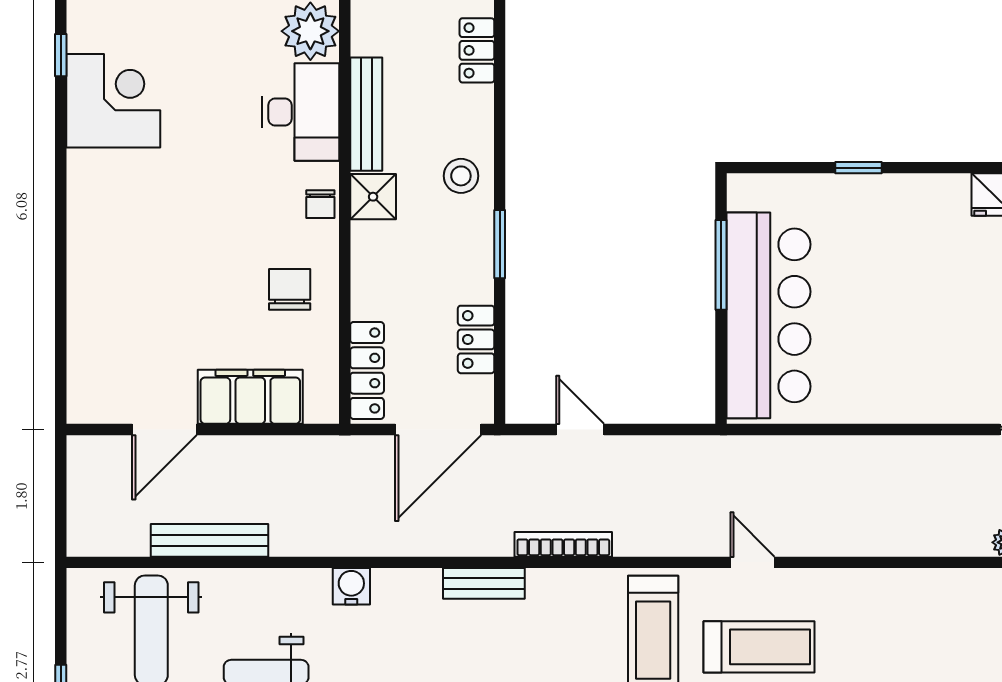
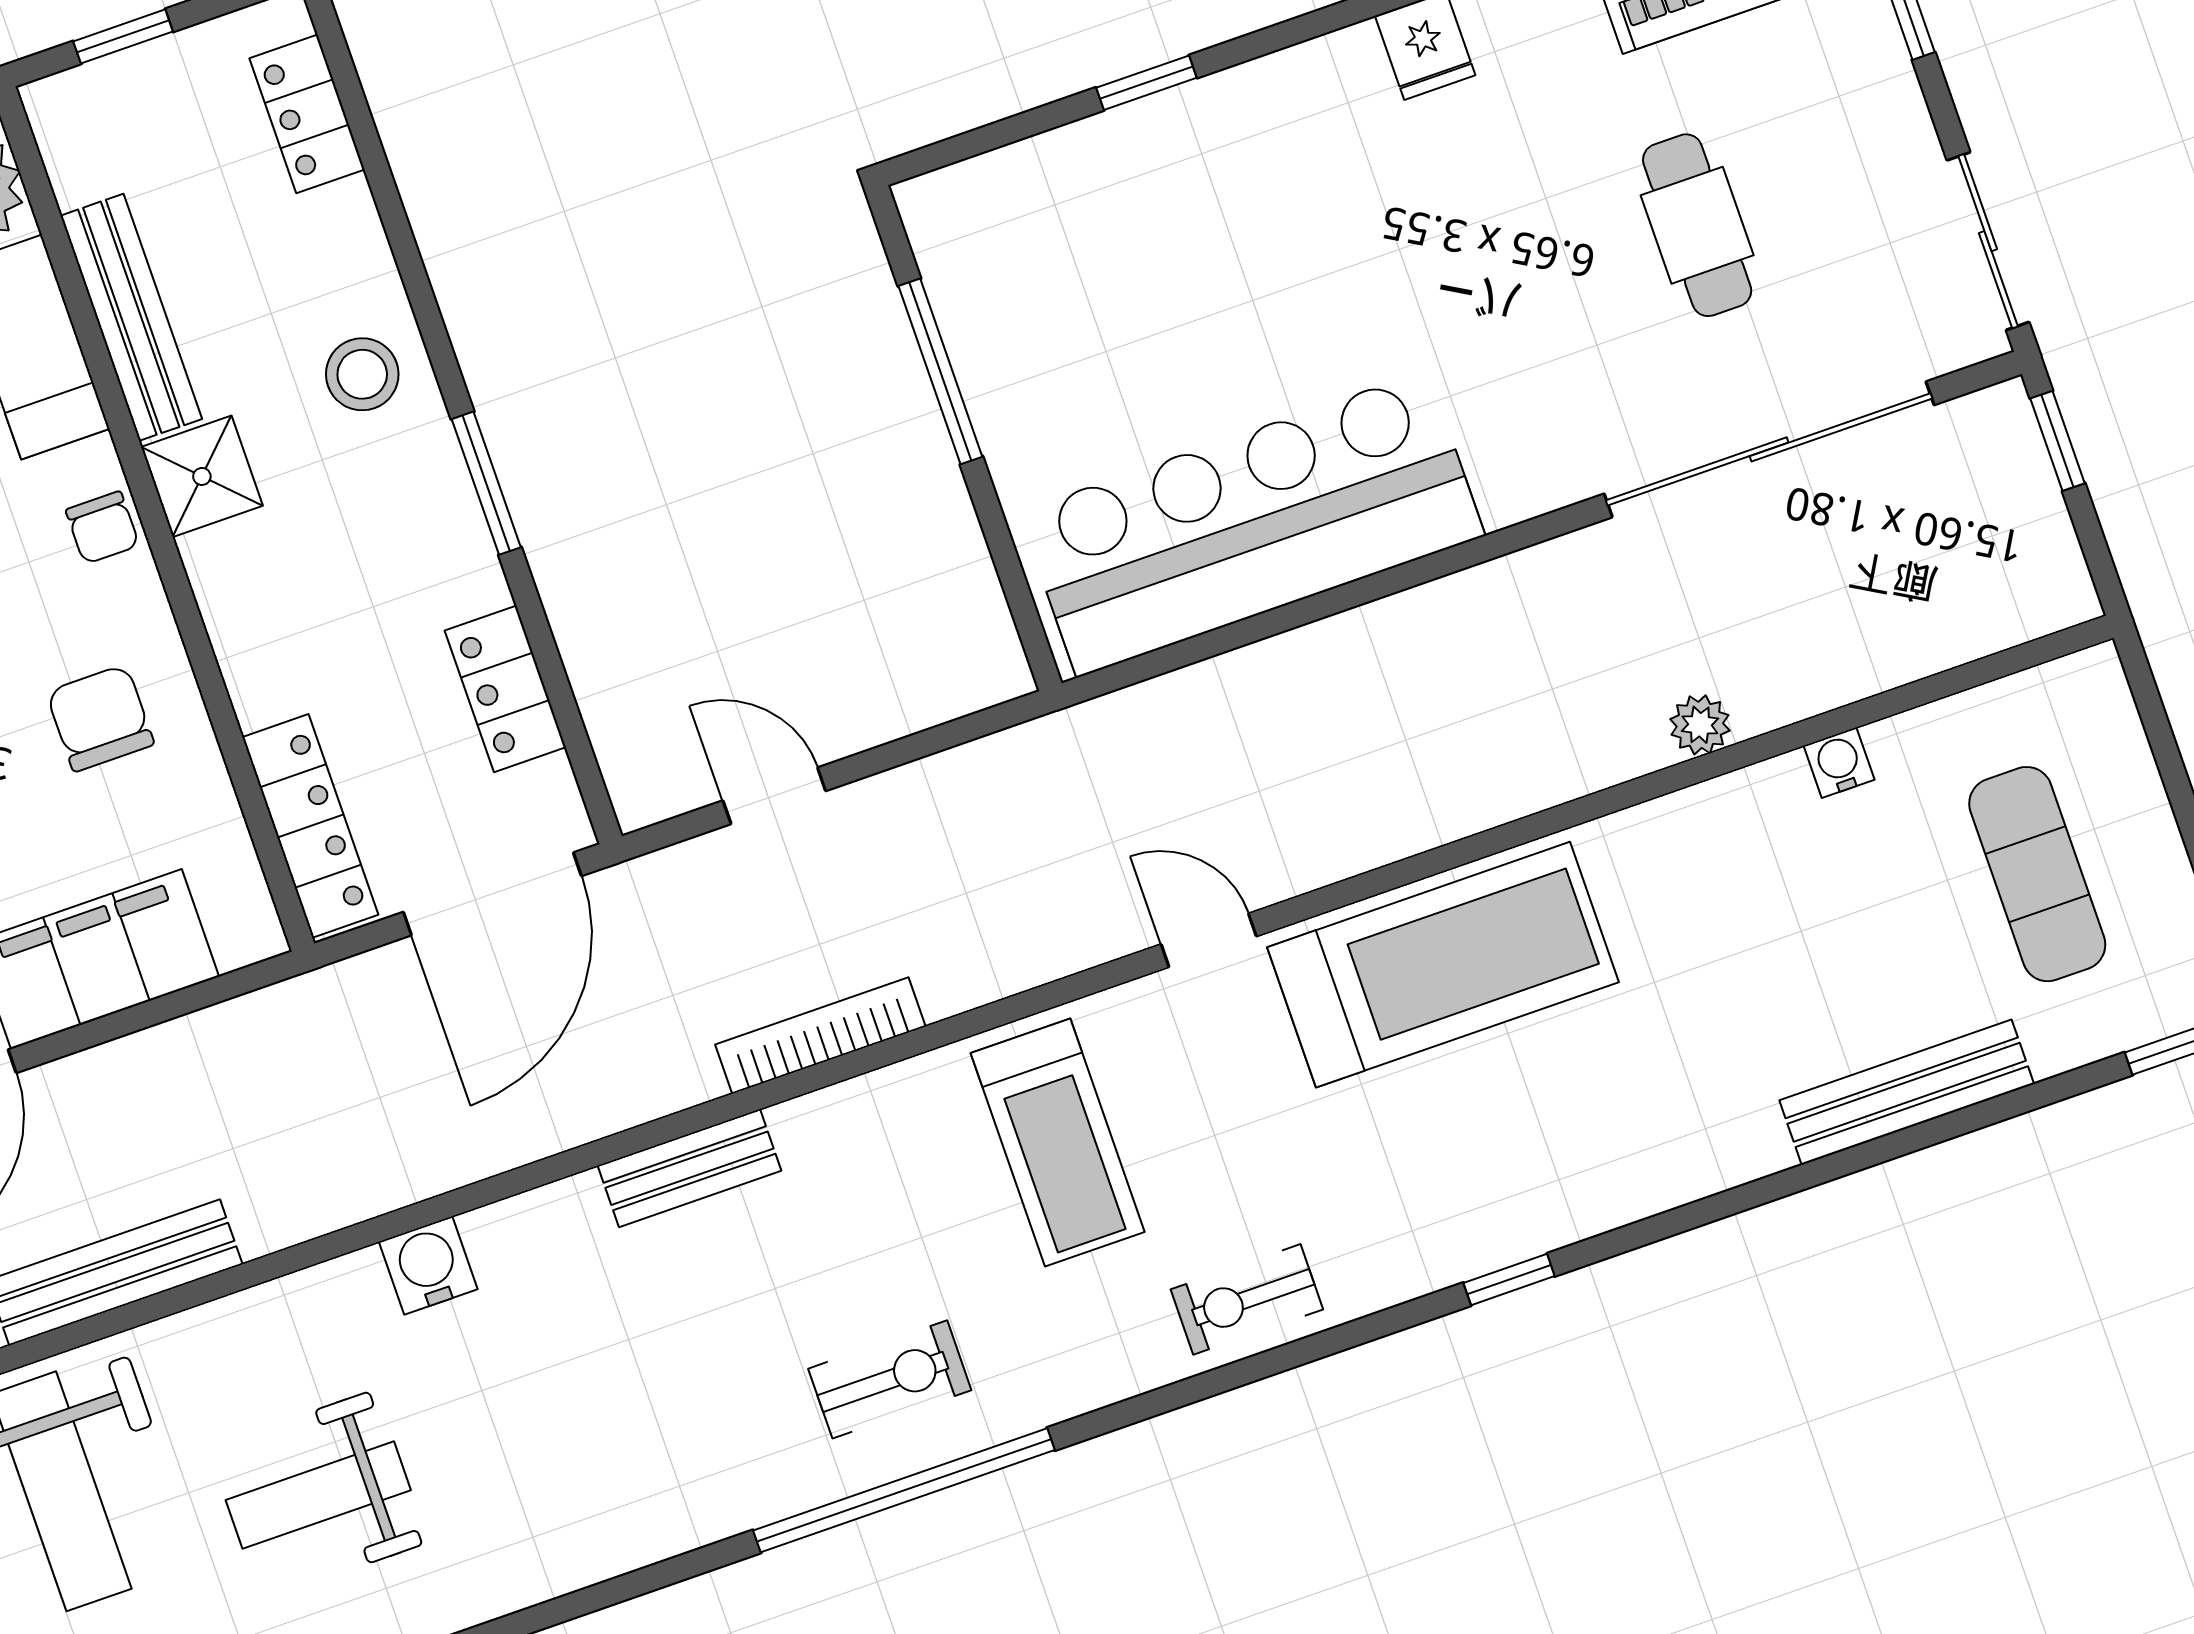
bar counter: (768, 315) -> (1252, 524), moved, turned -90
treadmill: (759, 647) -> (1443, 965), moved, width x1.37, depth x1.38

